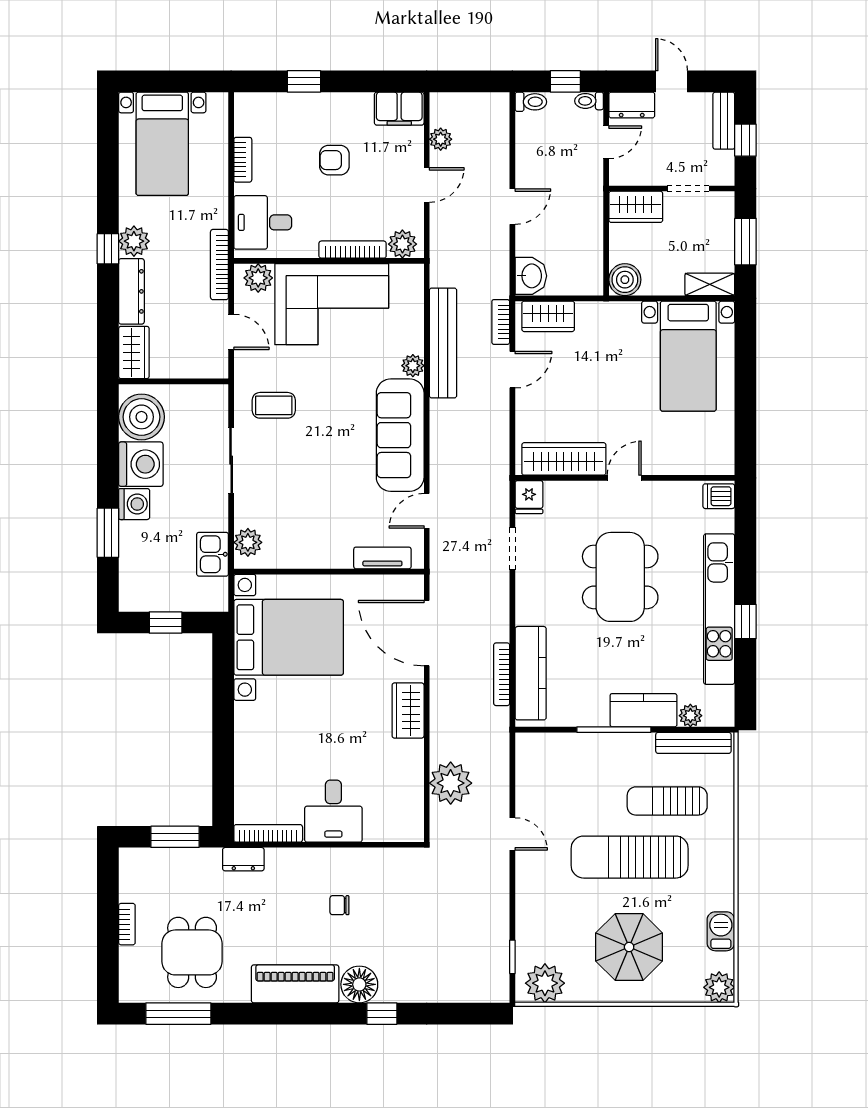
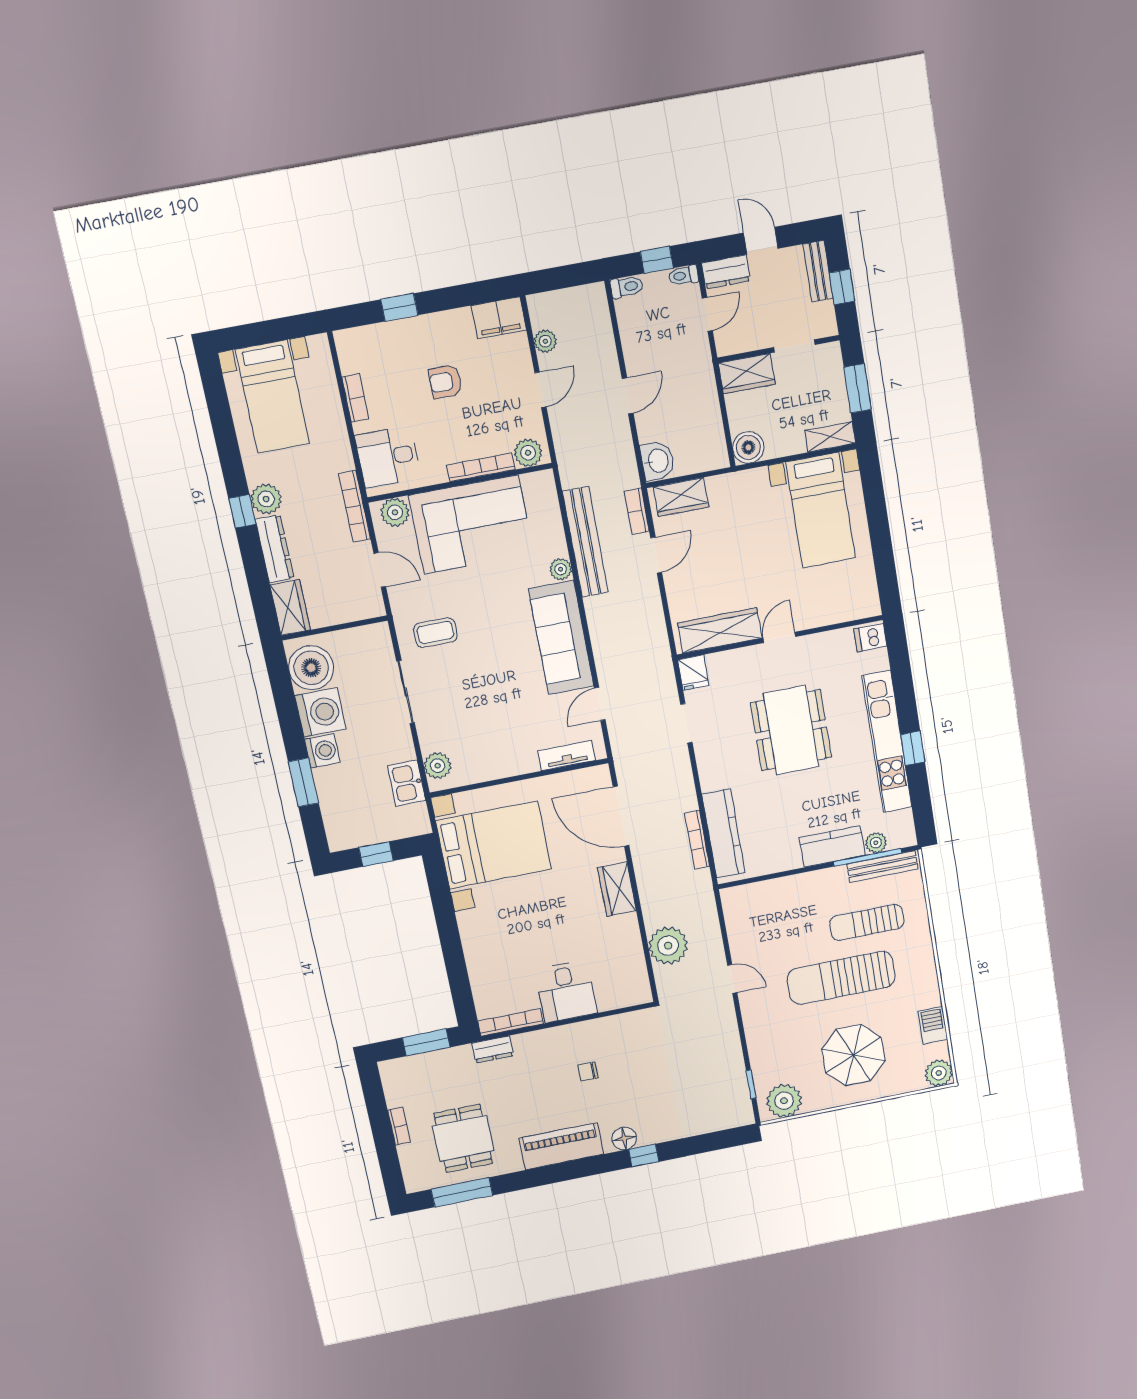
window: (614, 730) -> (868, 857), moved
floor lamp: (359, 984) -> (624, 1138), width x0.73, depth x0.73

